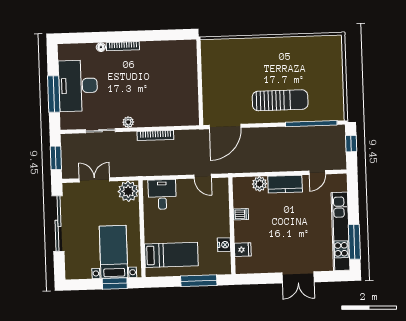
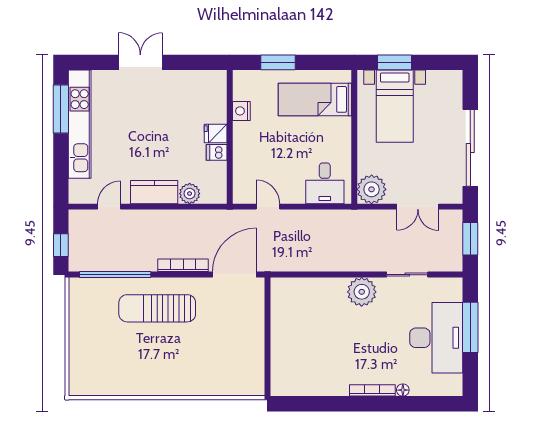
plant: (128, 122) -> (362, 292), width x1.88, depth x1.88
bookcase: (155, 135) -> (183, 265), moved
fridge: (243, 250) -> (216, 134), moved
window: (199, 281) -> (278, 62), width x0.69

